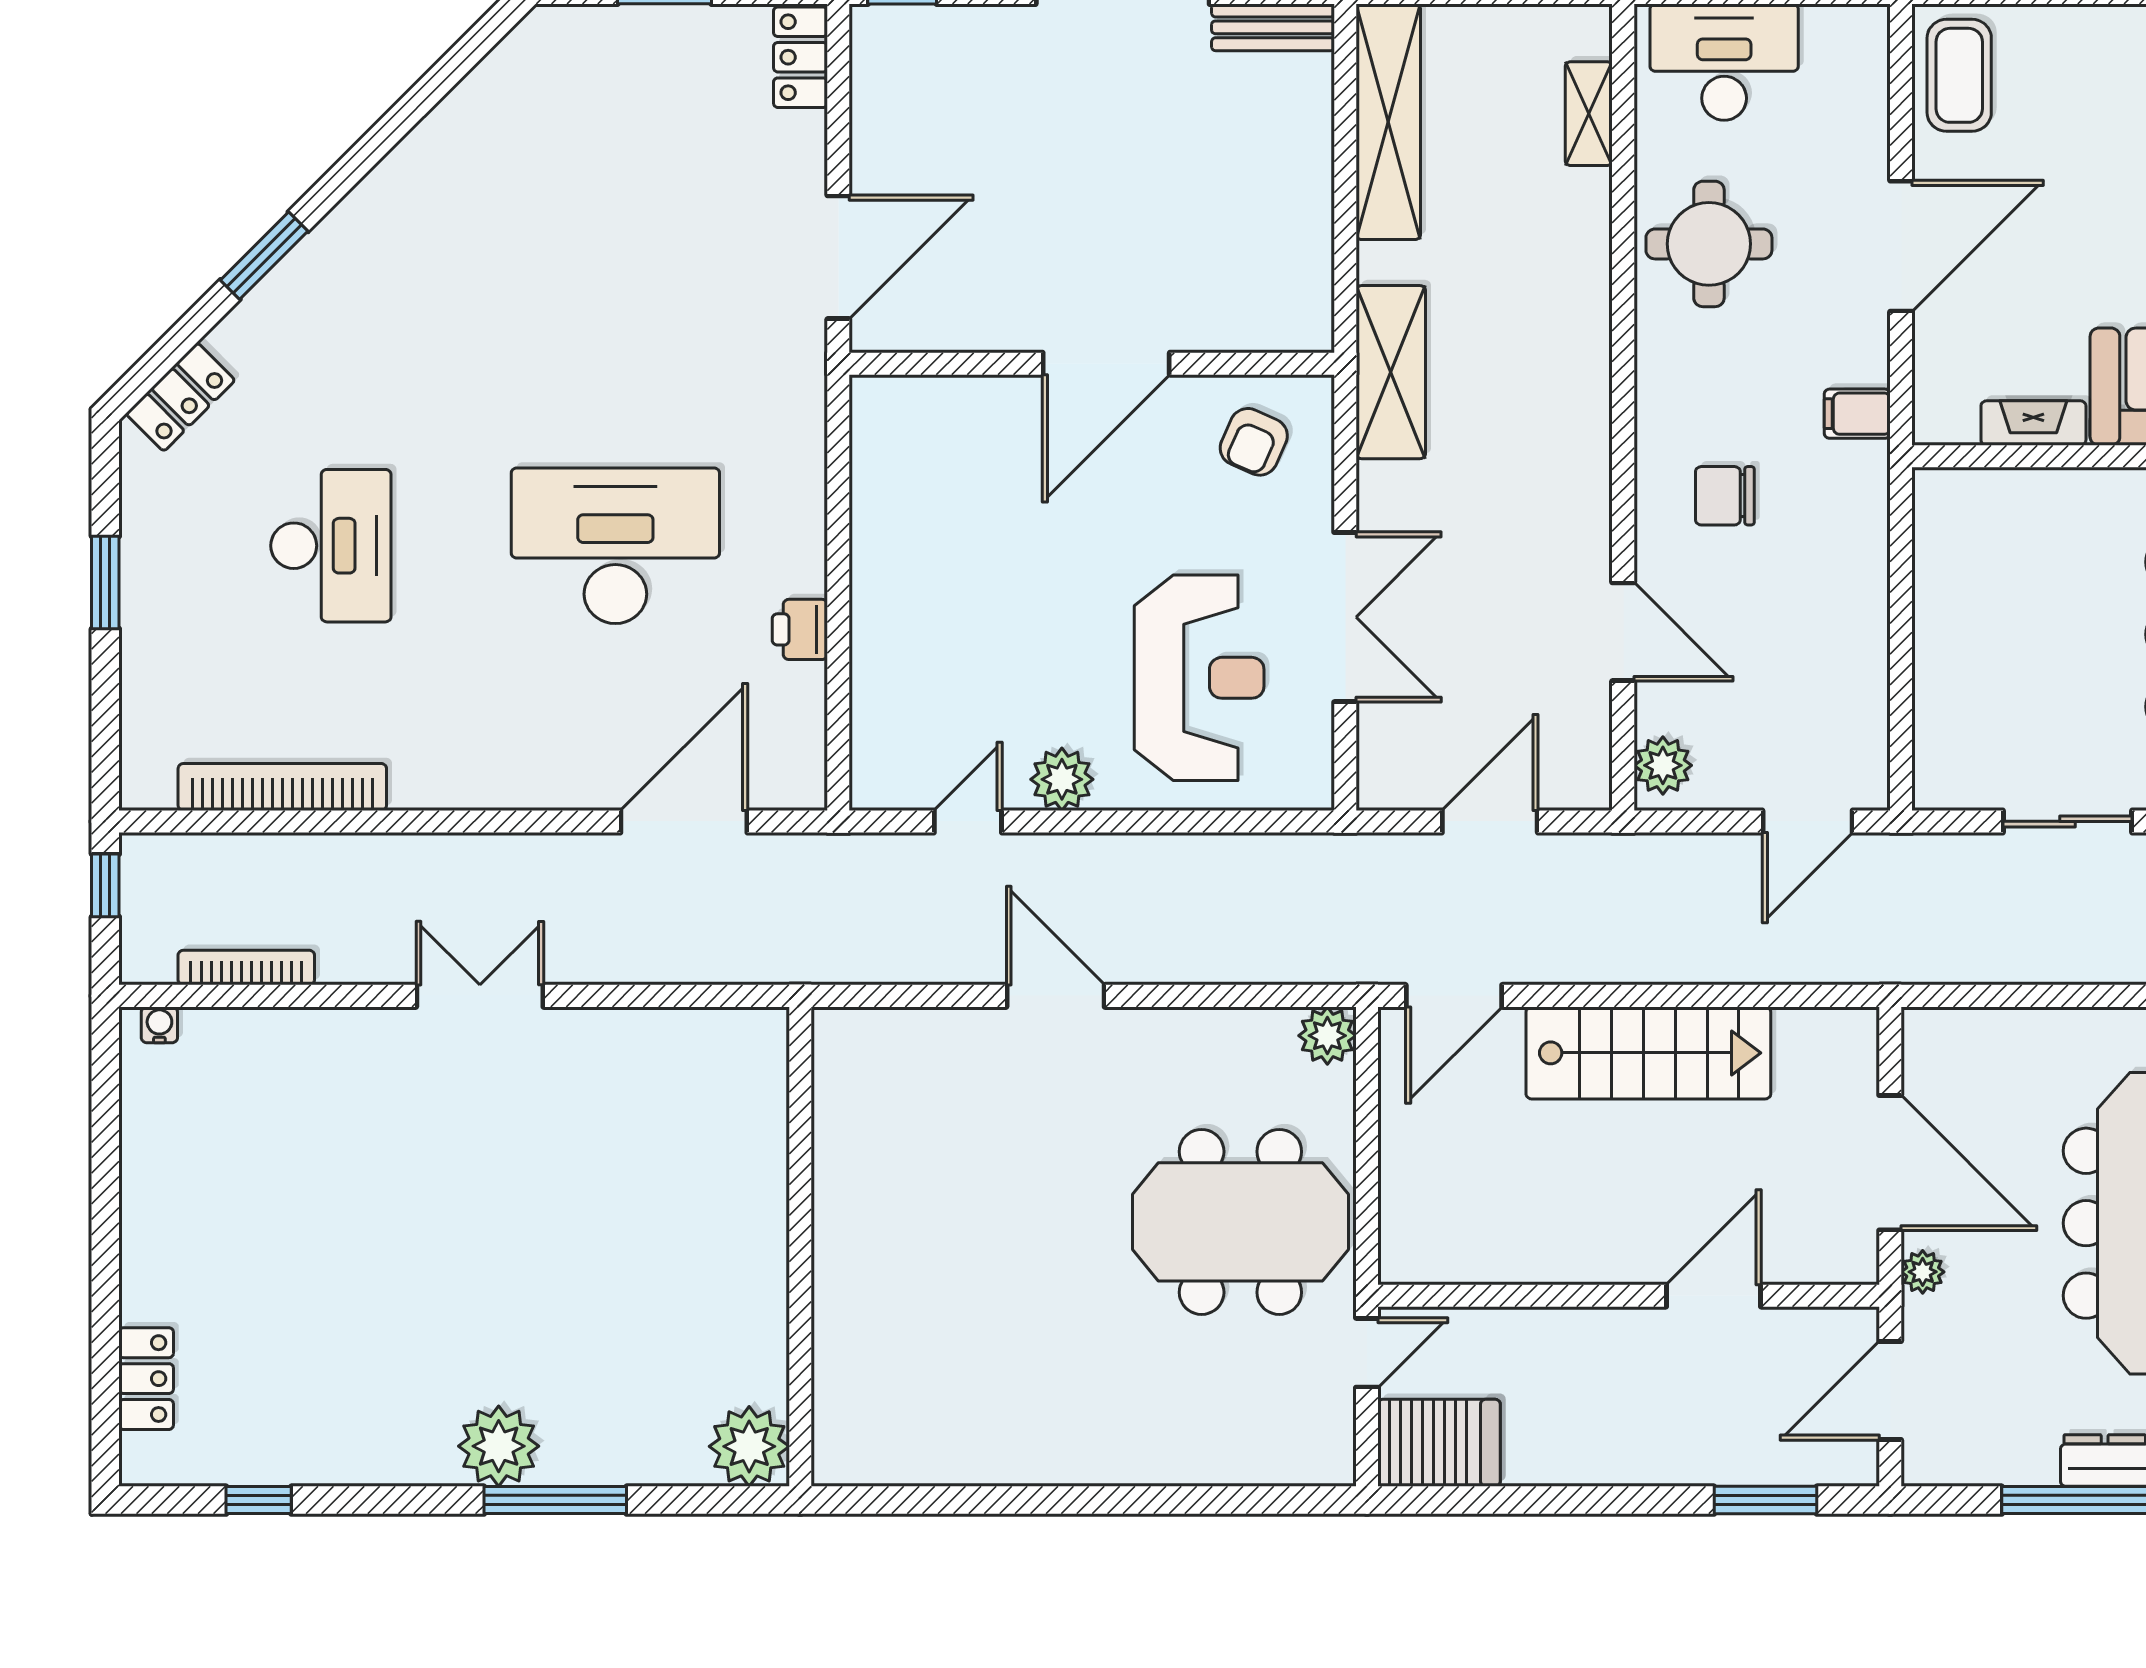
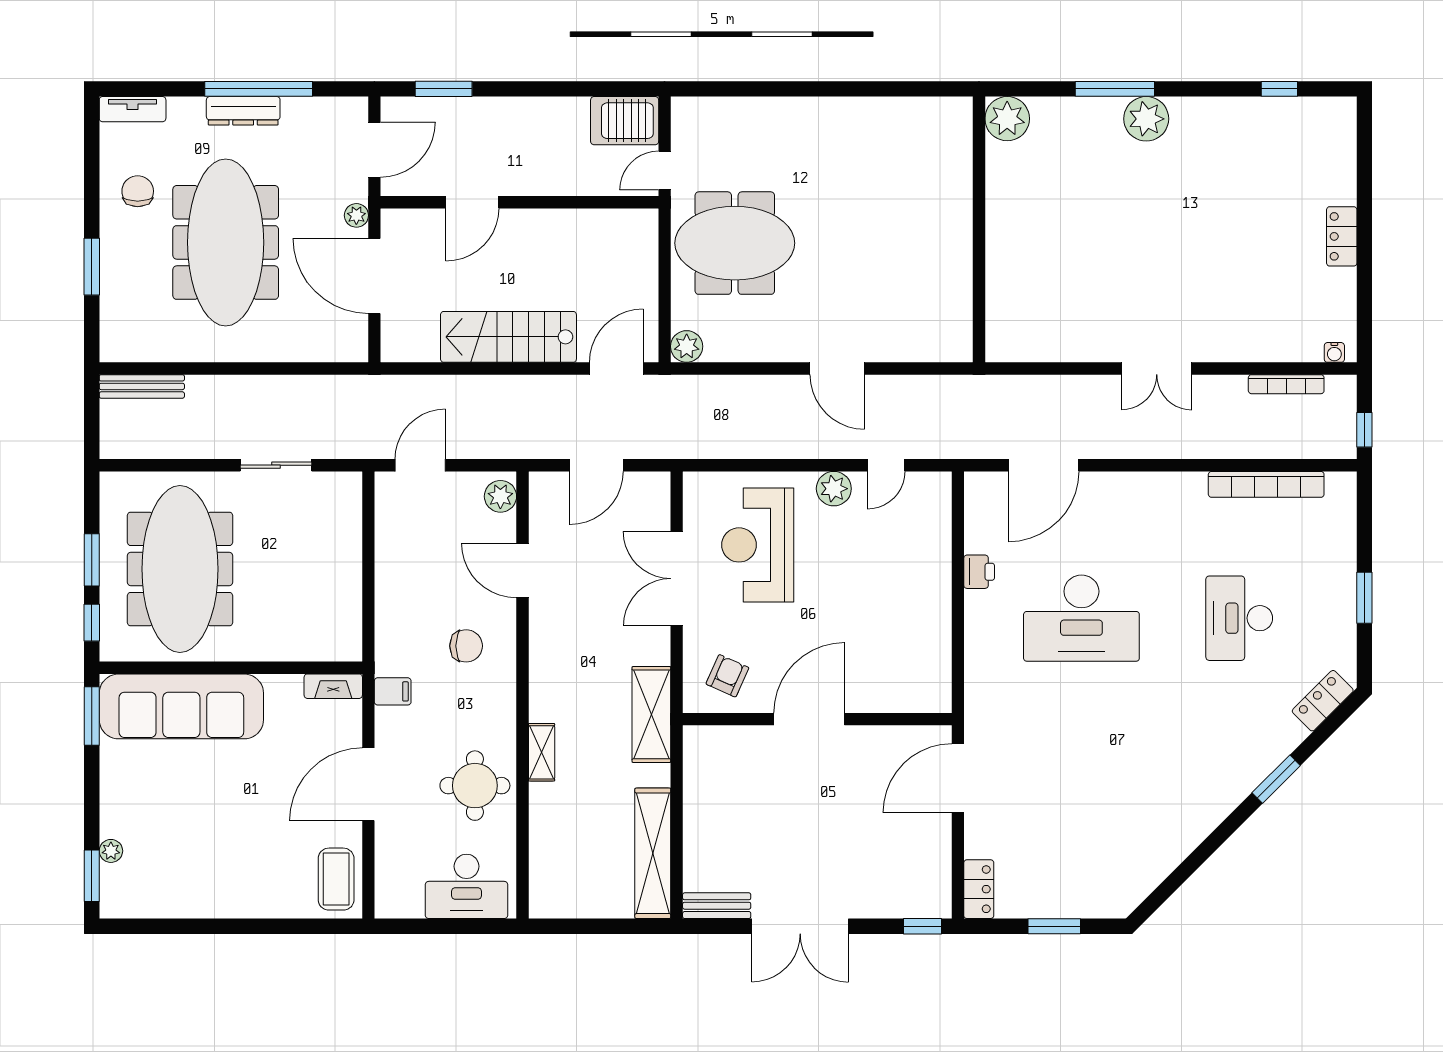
shelving: (1589, 114) -> (542, 752), moved
fireplace: (2033, 423) -> (333, 686), moved
locker: (146, 1379) -> (1342, 236), moved

